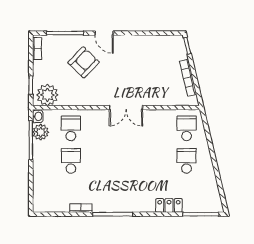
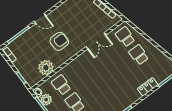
armchair: (84, 62) -> (59, 41), moved, turned 46
plant: (47, 95) -> (46, 68), moved
double door: (126, 108) -> (96, 41), moved

